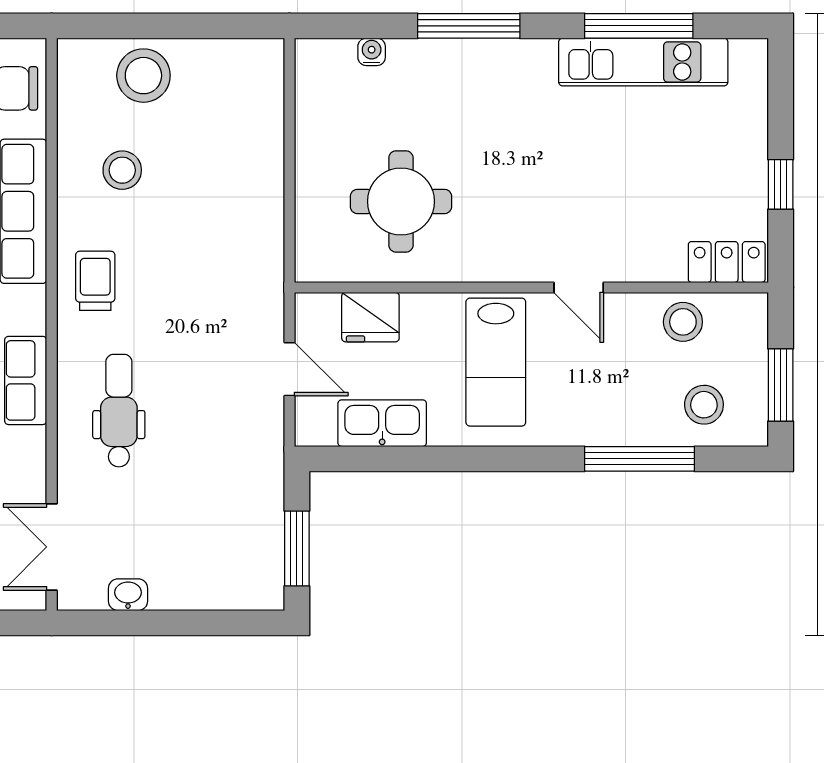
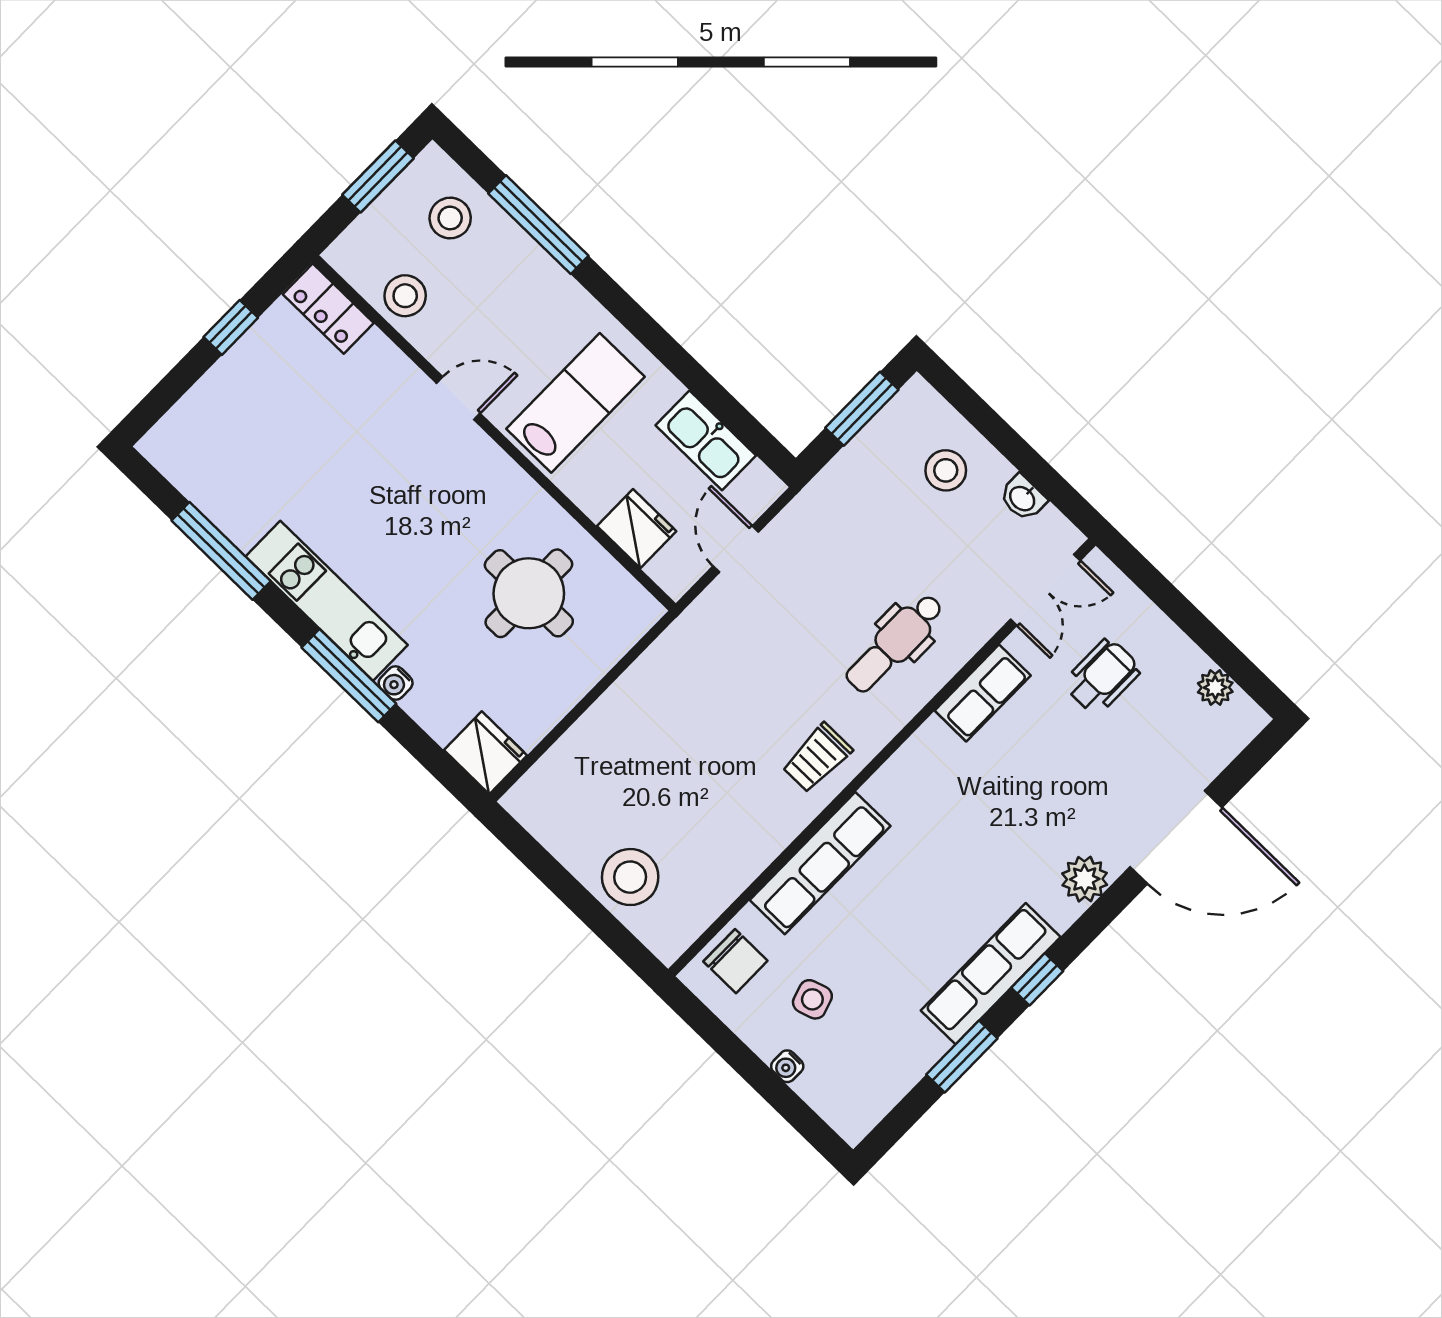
water cooler: (372, 52) -> (396, 683), moved
kitchen unit: (643, 62) -> (327, 601), moved
fridge: (324, 64) -> (486, 753), added
stool: (122, 170) -> (946, 470), moved
door: (579, 287) -> (458, 398), hinge flipped
row of seats: (26, 380) -> (983, 693), moved

